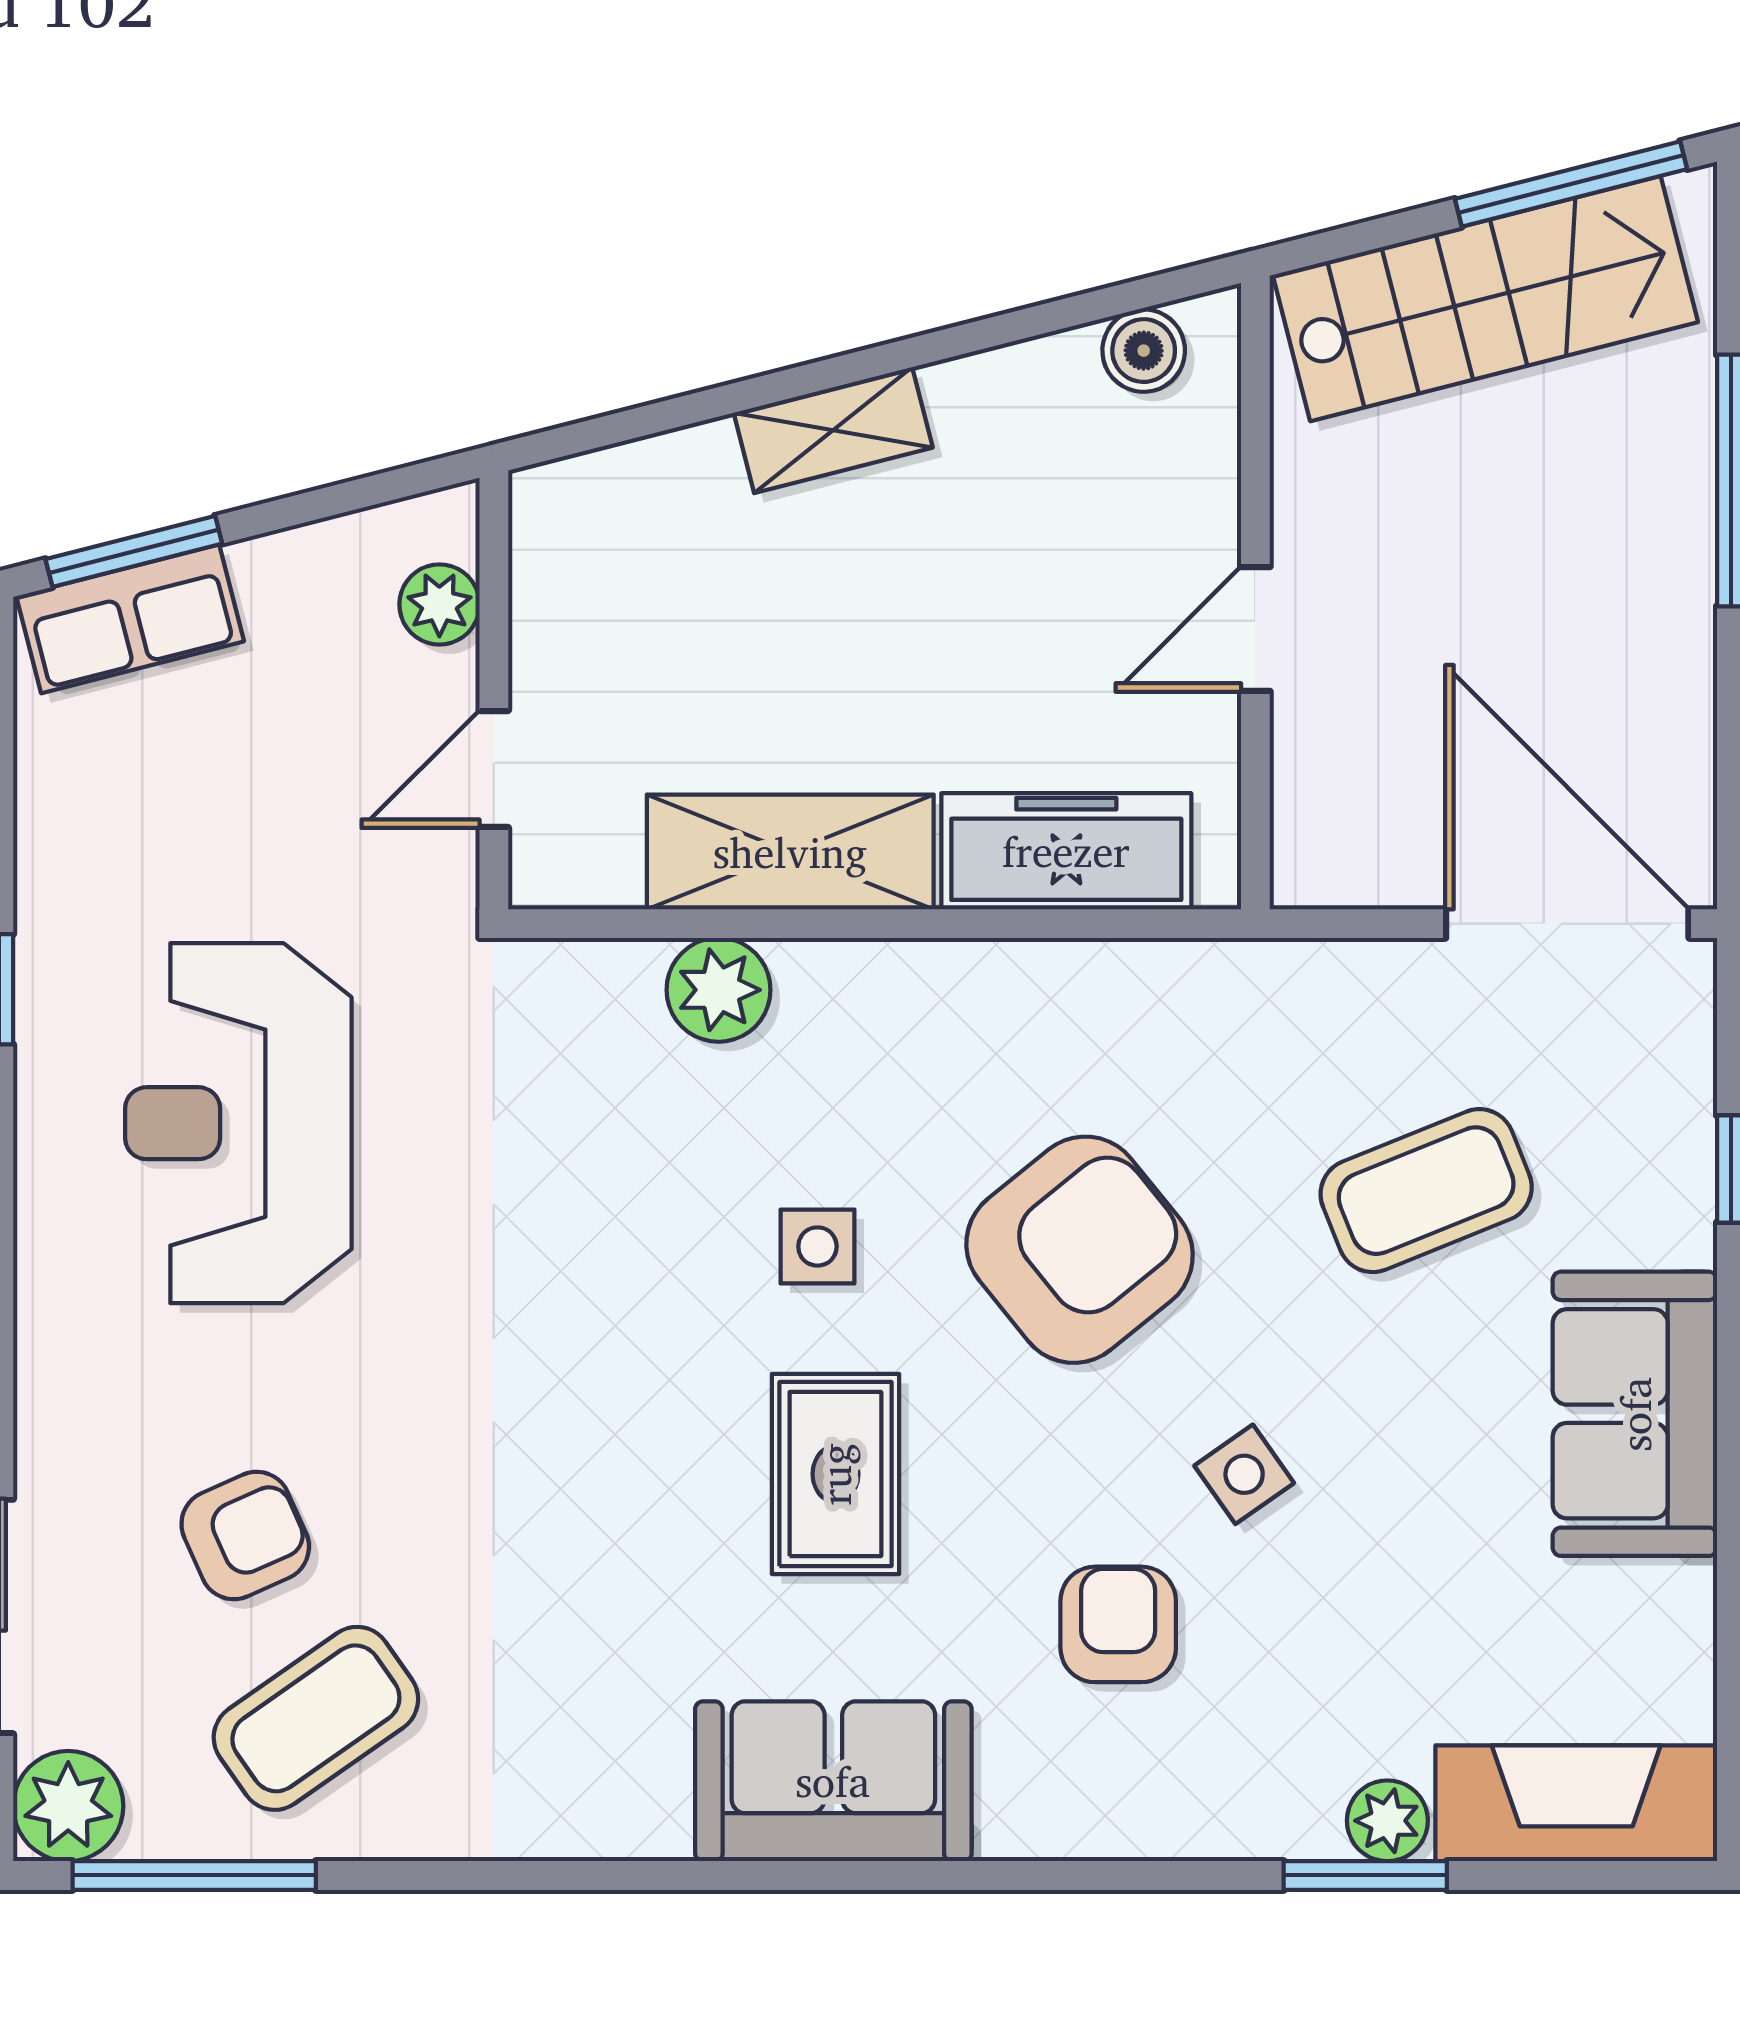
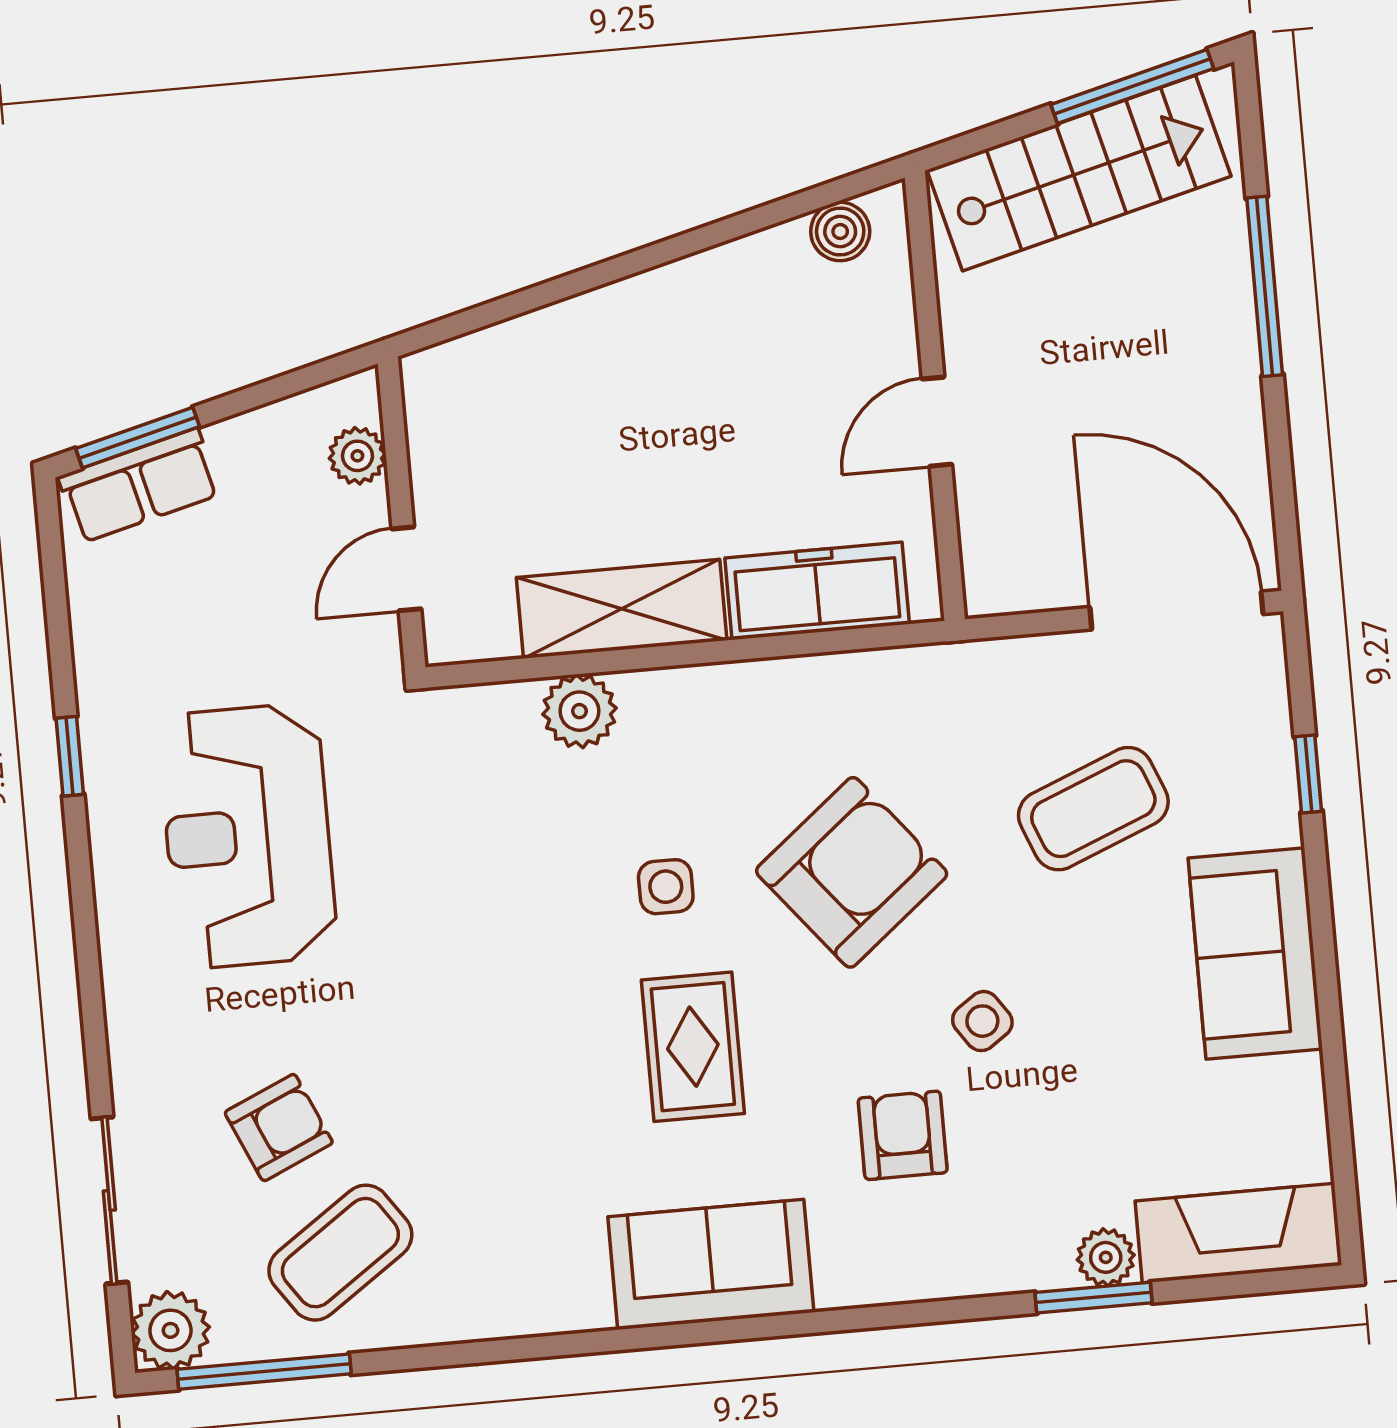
shelving: (833, 430) -> (625, 307), removed

